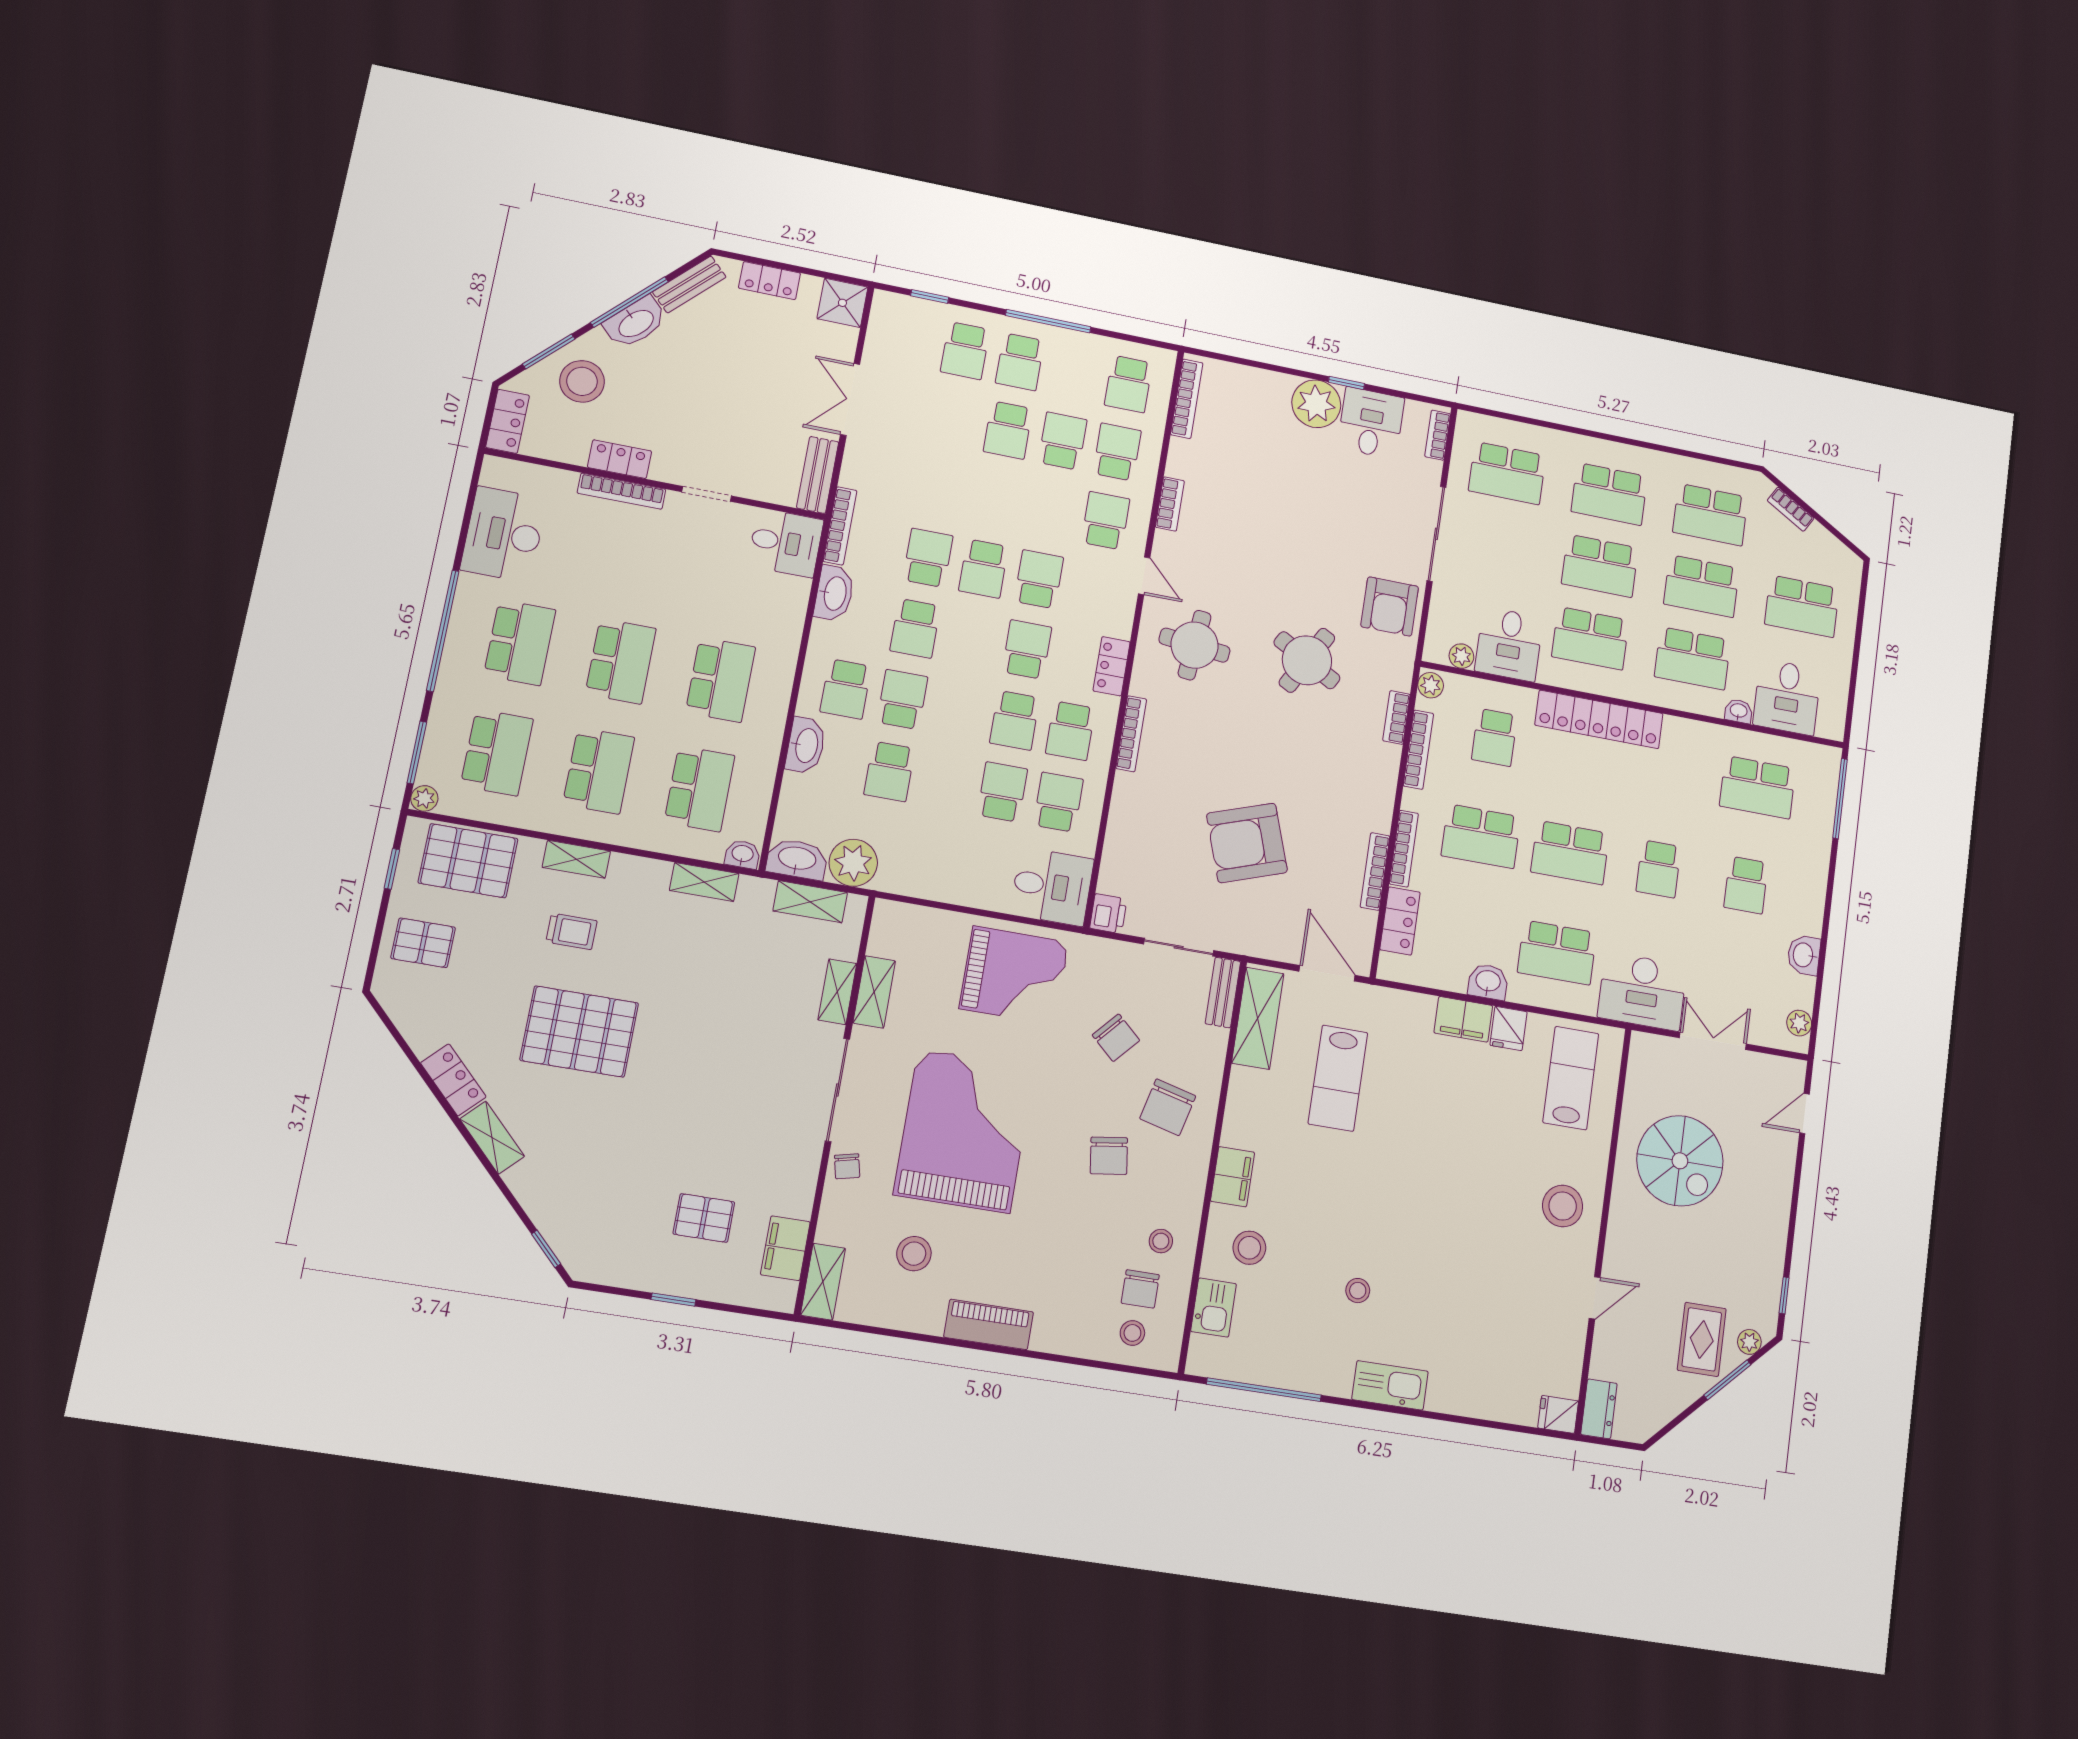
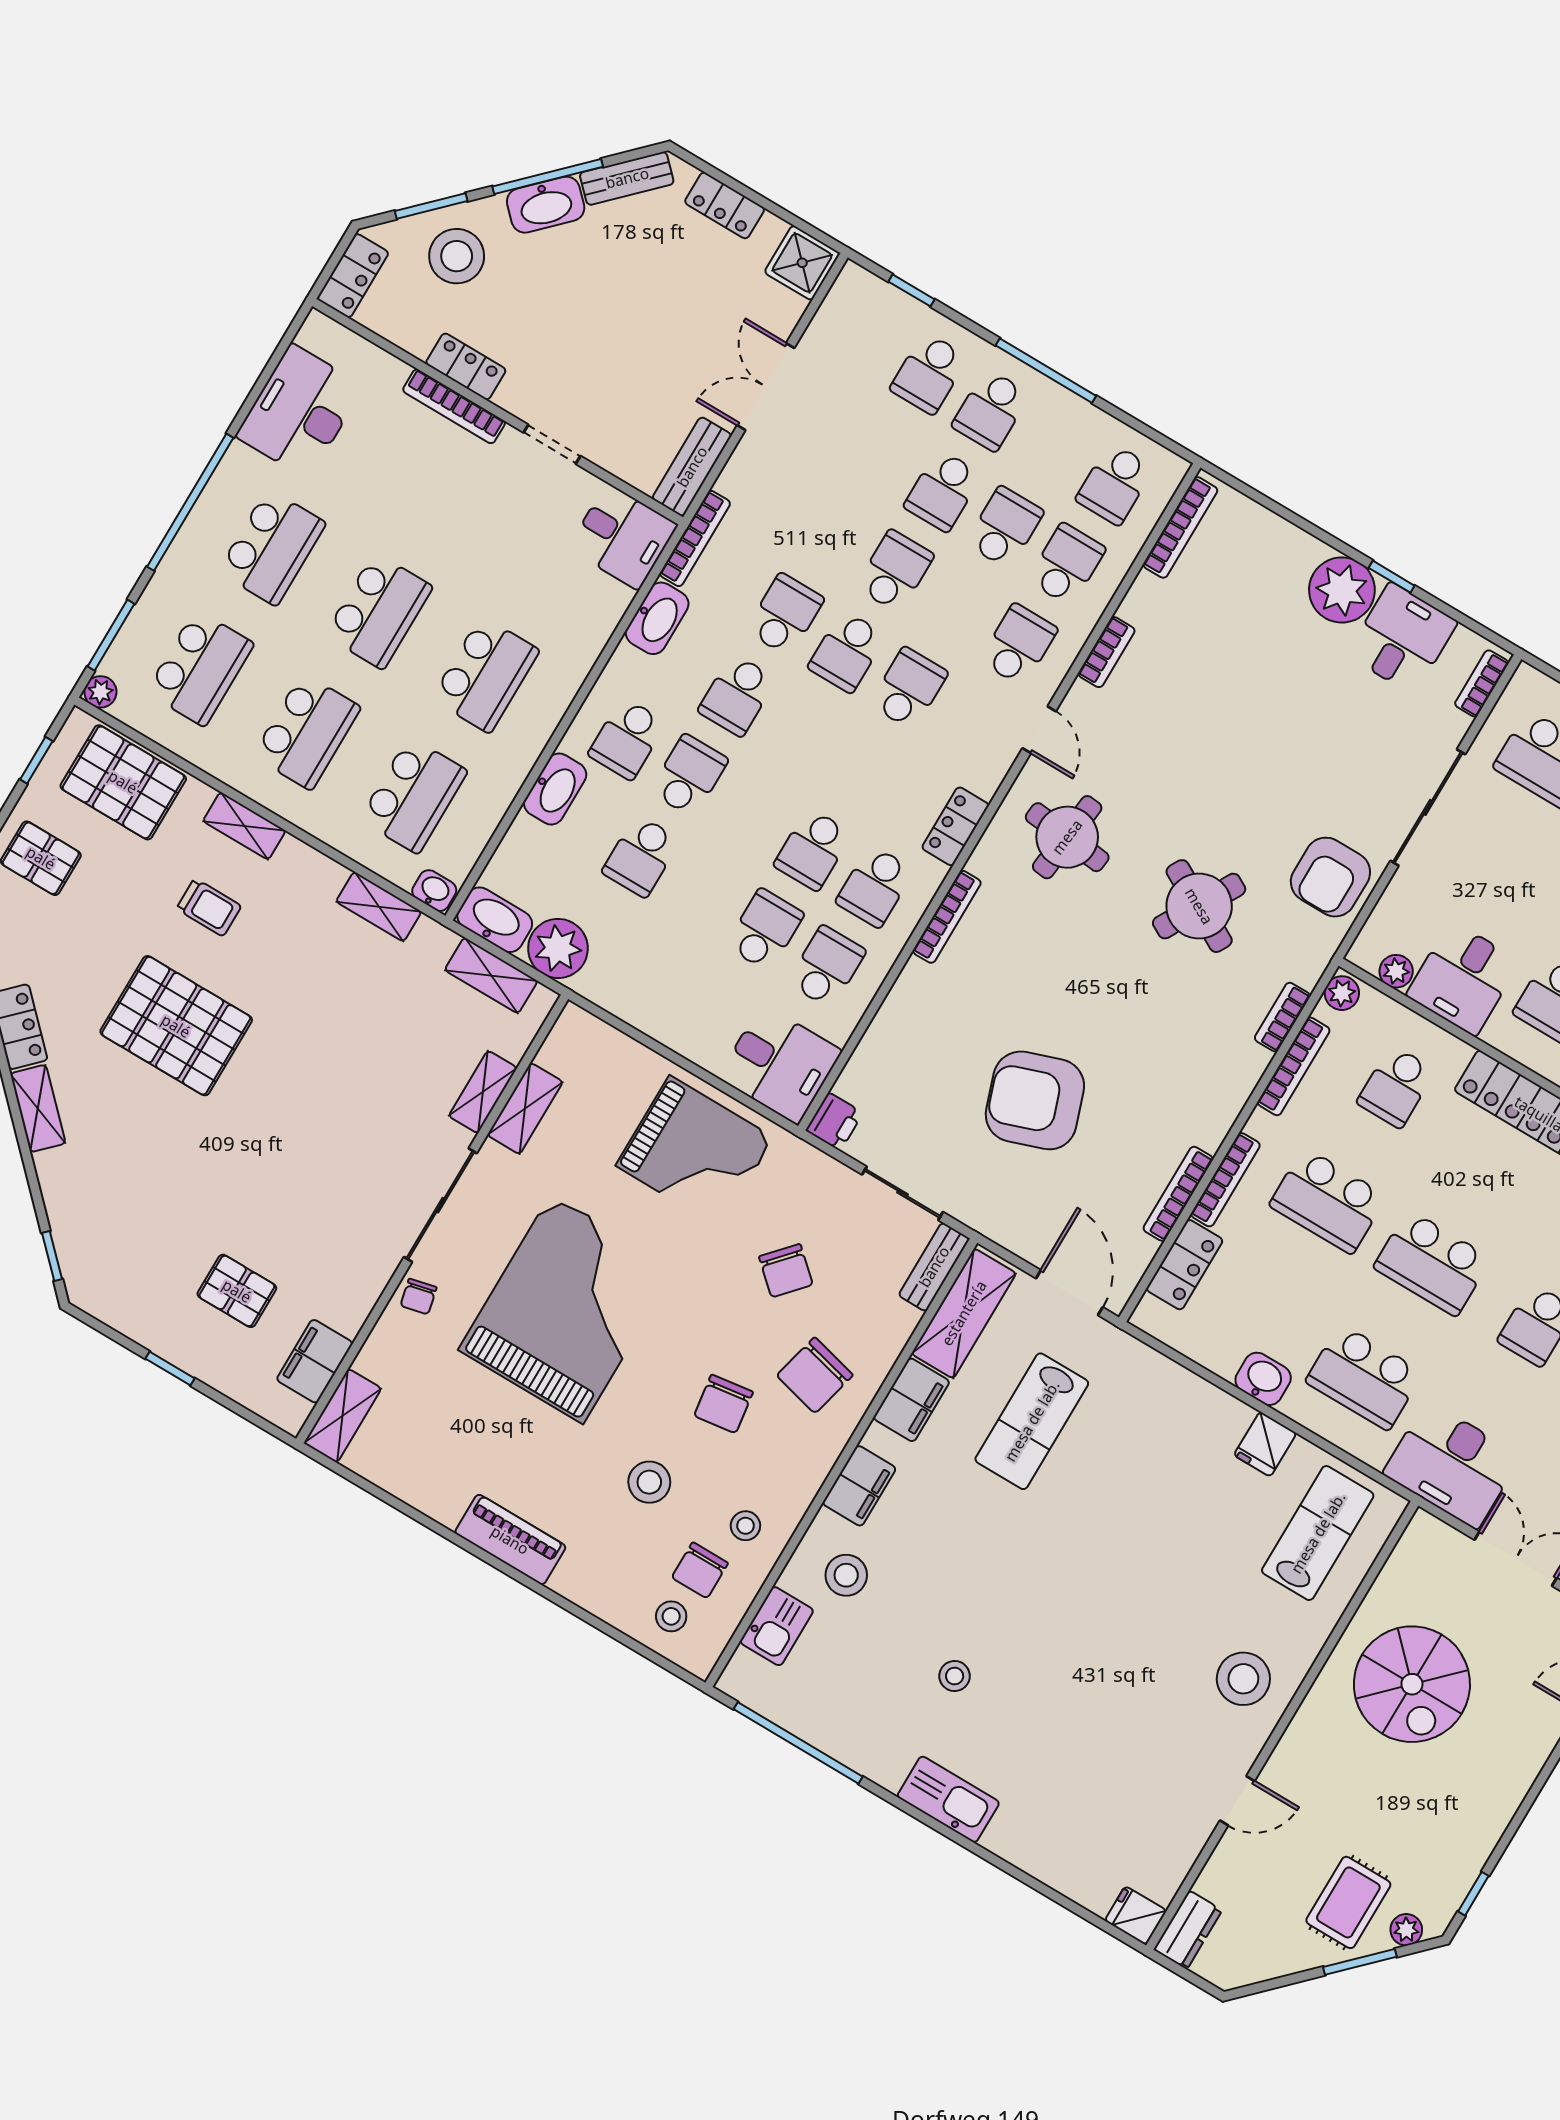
school desk: (1027, 649) -> (895, 571), moved
filing cabinet: (1463, 1019) -> (911, 1400), moved, turned -90
stool: (914, 1254) -> (649, 1482), moved

